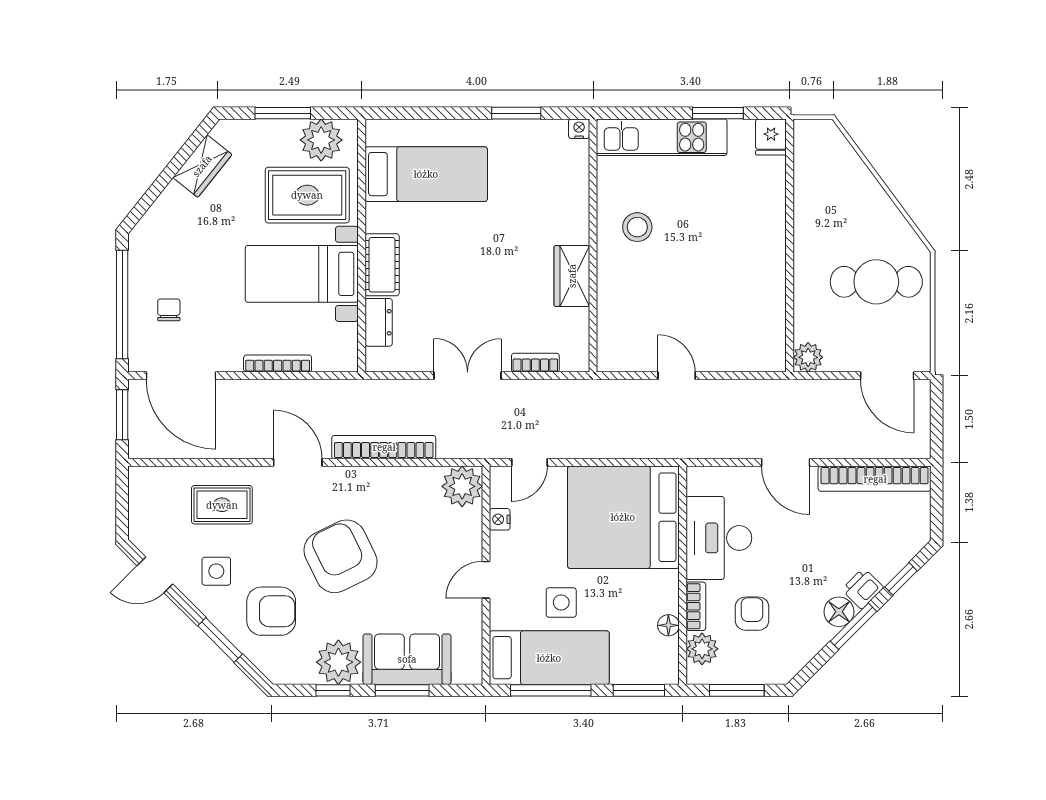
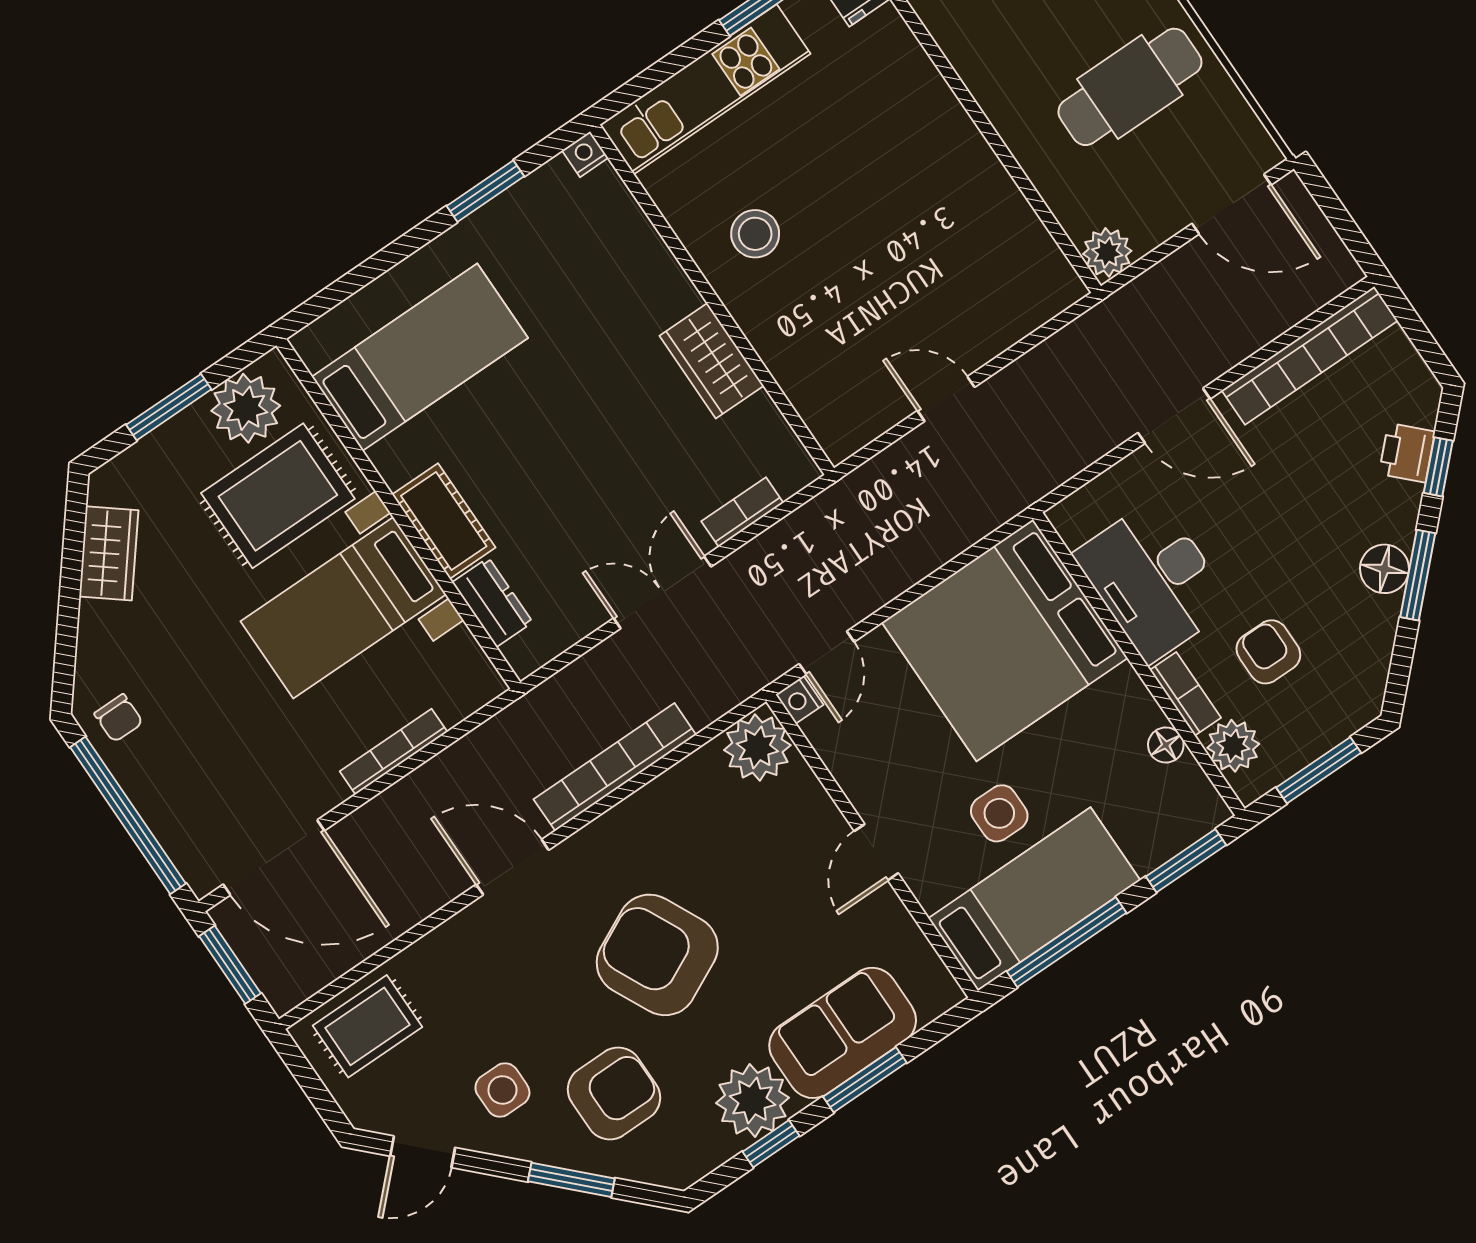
chair: (169, 310) -> (119, 718), moved, turned 180
rug: (222, 505) -> (367, 1026), moved
nightstand: (500, 519) -> (800, 700), moved
printer: (863, 589) -> (1407, 453), moved

